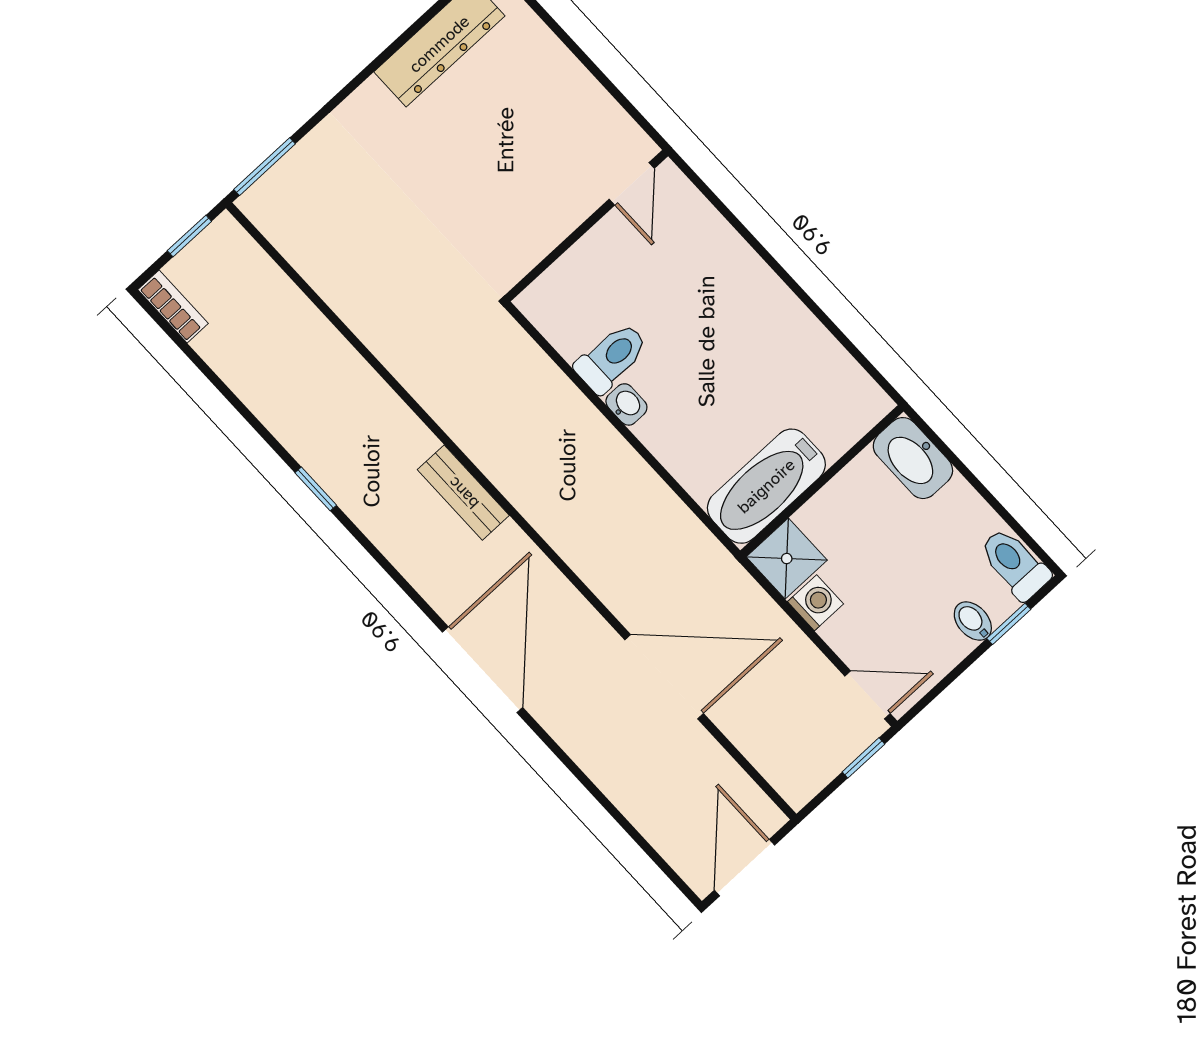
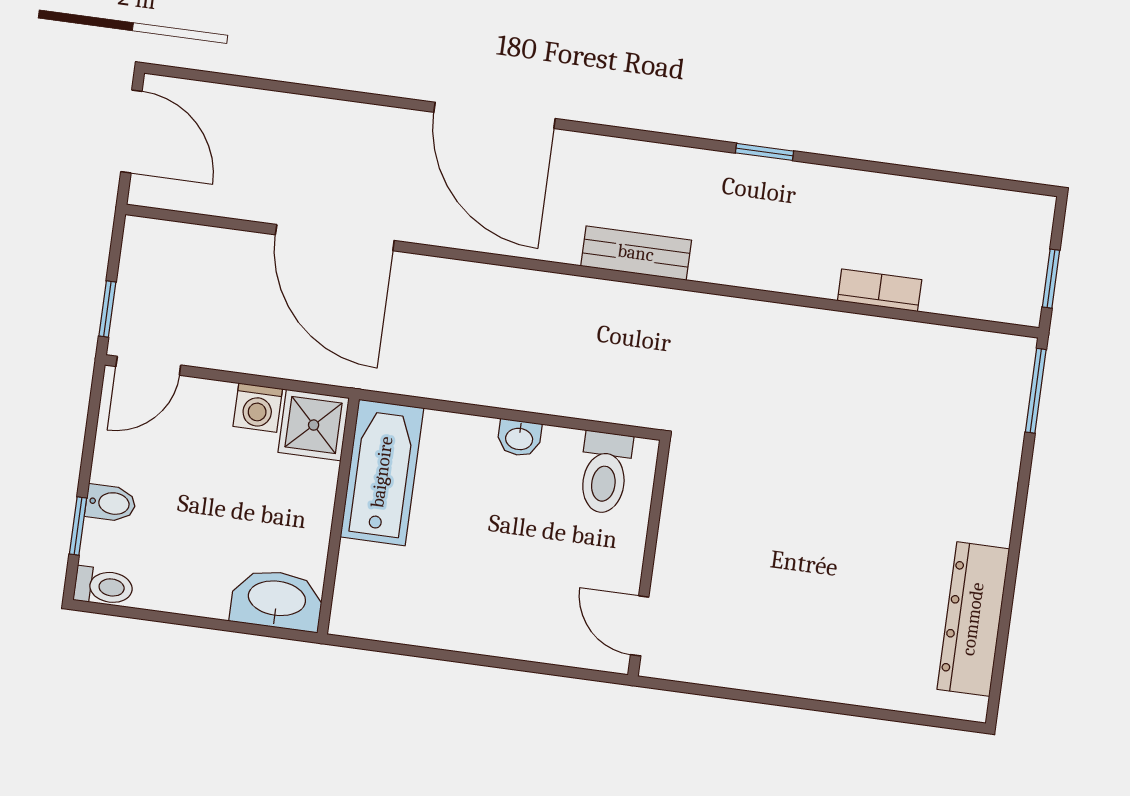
door: (632, 184) -> (640, 626), moved
wall: (586, 226) -> (649, 558), moved
bookcase: (173, 307) -> (880, 290), moved, turned 180
washbasin: (626, 404) -> (519, 438), moved
toilet: (1015, 564) -> (104, 586), width x0.73, depth x0.72
door: (664, 677) -> (335, 238), hinge flipped

